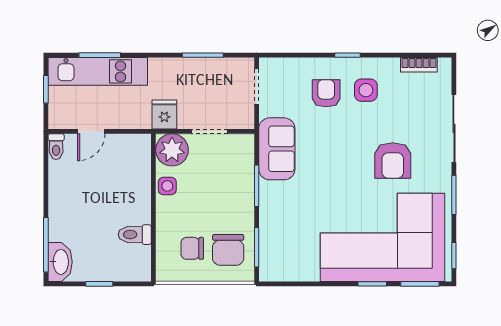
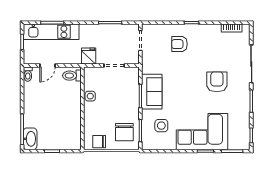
side table: (366, 90) -> (161, 126), moved
armchair: (326, 93) -> (179, 44), turned -90
sofa: (277, 149) -> (152, 92), moved
plant: (172, 150) -> (93, 76), removed
armchair: (393, 160) -> (217, 82), turned 180
toilet: (135, 235) -> (72, 76), moved
corner sofa: (383, 237) -> (202, 132), width x0.73, depth x0.74
chair: (192, 248) -> (99, 142), moved

